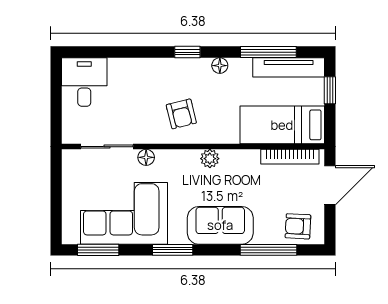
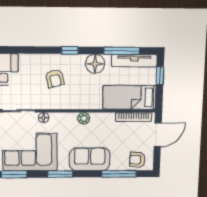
floor lamp: (220, 66) -> (95, 64), width x1.89, depth x1.89
armchair: (181, 114) -> (55, 78), moved

